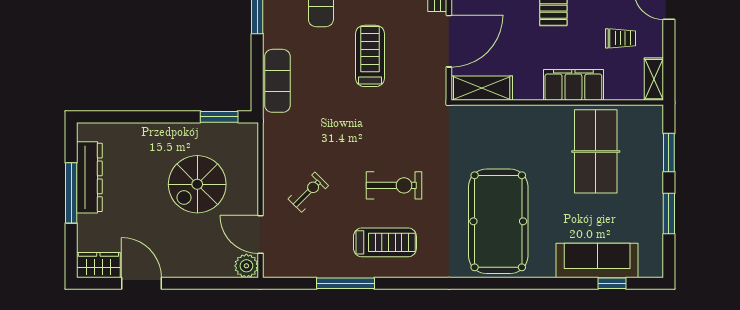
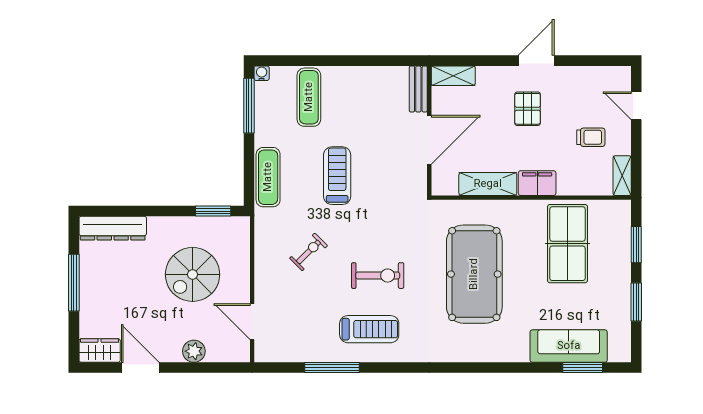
treadmill: (370, 56) -> (337, 176), moved
filing cabinet: (573, 85) -> (537, 183), width x0.67, depth x0.86
shelving: (482, 88) -> (488, 184), moved
dresser: (89, 177) -> (113, 228), moved, turned 90
exercise bike: (308, 192) -> (308, 252), moved
pool table: (498, 221) -> (474, 274), moved
plant: (246, 266) -> (194, 351), moved
window: (612, 283) -> (583, 368), width x1.50

